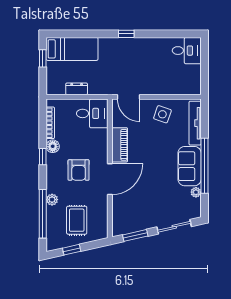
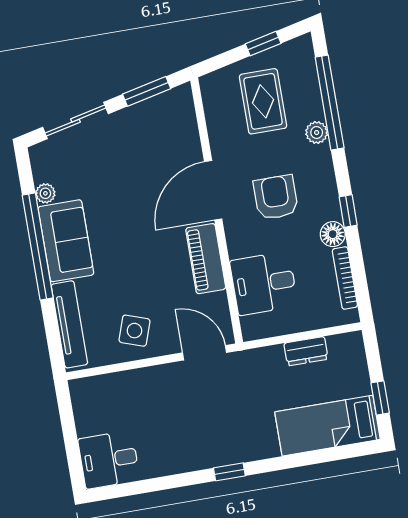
desk: (92, 113) -> (264, 283), moved

